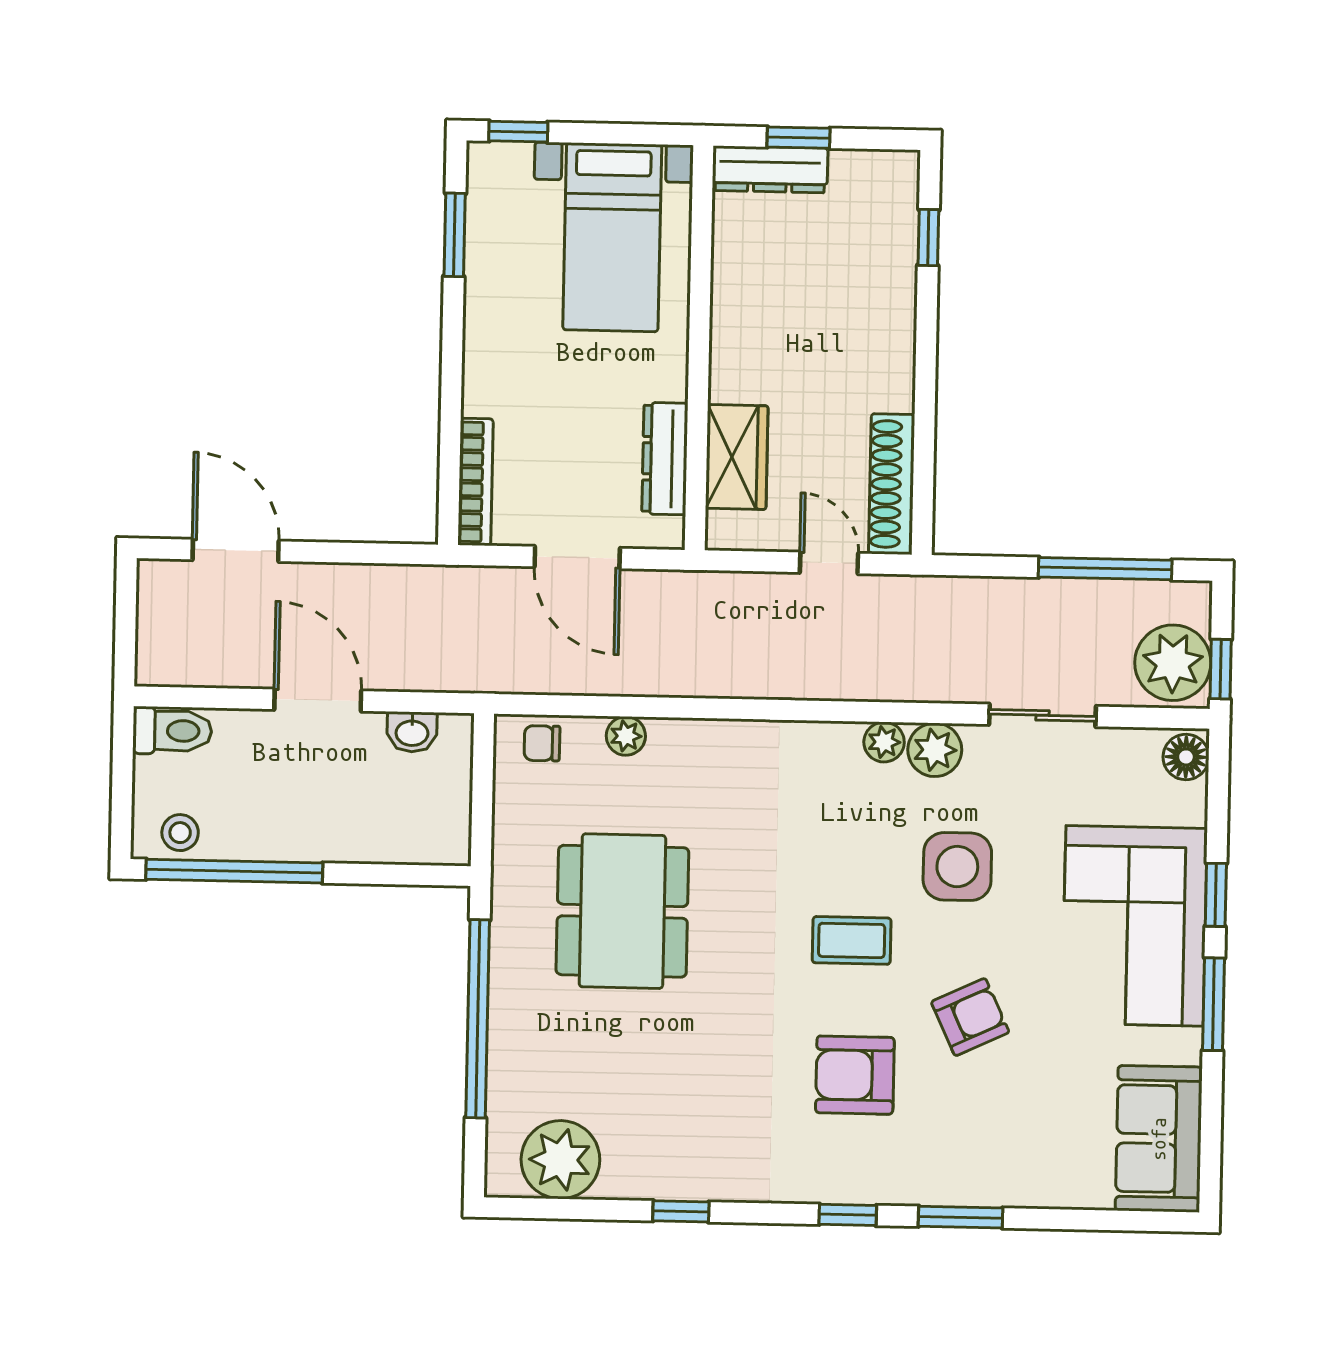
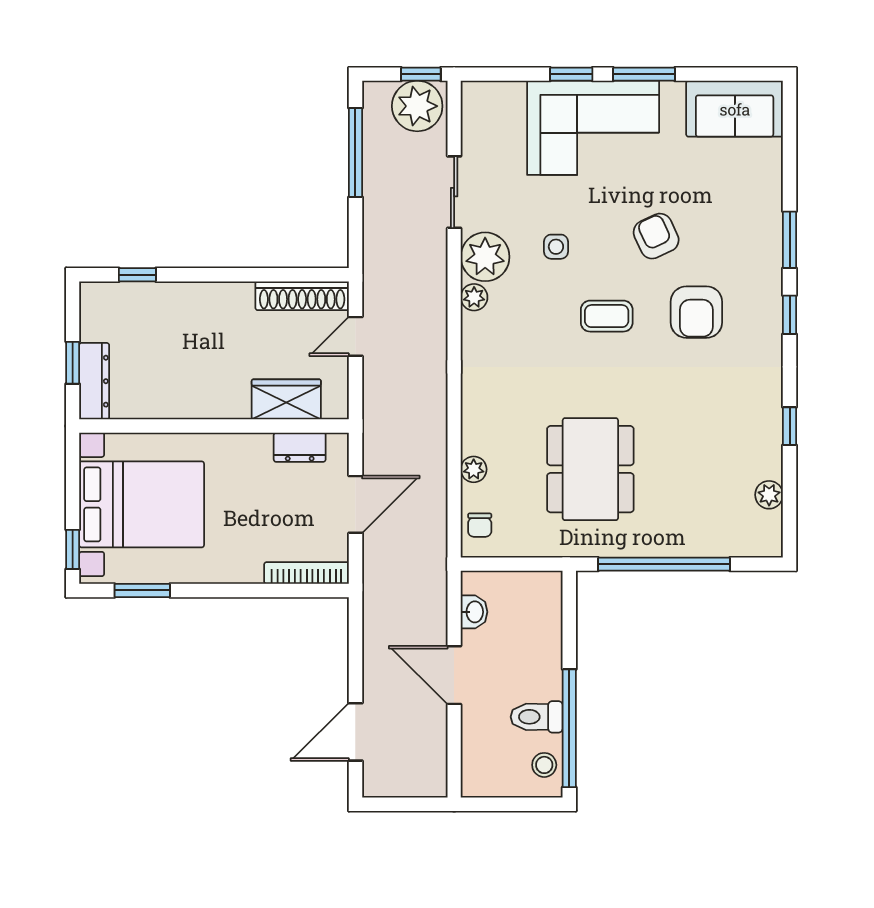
bed with nightstands: (612, 237) -> (142, 504), width x1.36
dresser: (665, 459) -> (300, 447), width x0.70
door: (318, 700) -> (454, 675), hinge flipped
toilet: (172, 731) -> (537, 717), moved, turned -90
plant: (935, 750) -> (485, 257), width x1.36, depth x1.36
floor lamp: (1186, 757) -> (480, 96), removed
side table: (957, 867) -> (556, 247), width x0.54, depth x0.54
dining table: (622, 911) -> (590, 469), turned 90
coffee table: (852, 940) -> (607, 316), turned 90
plant: (560, 1160) -> (769, 495), width x0.53, depth x0.53

